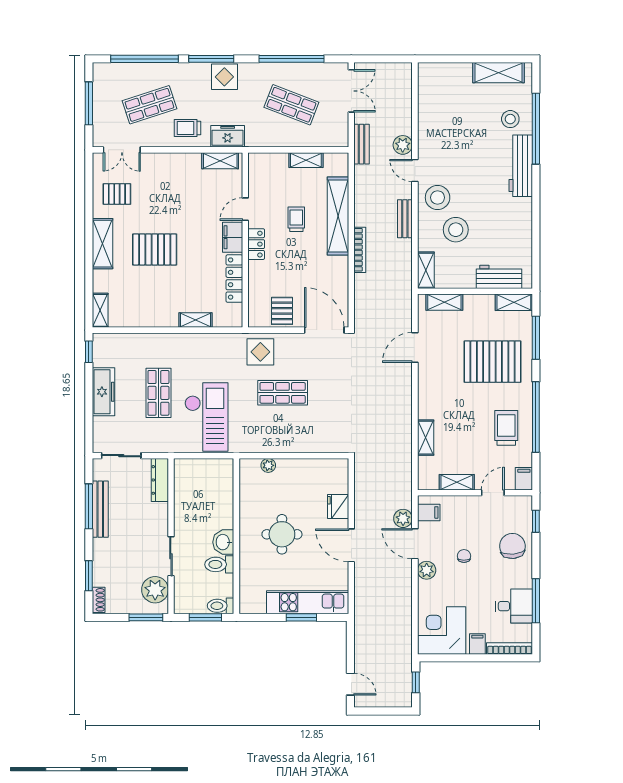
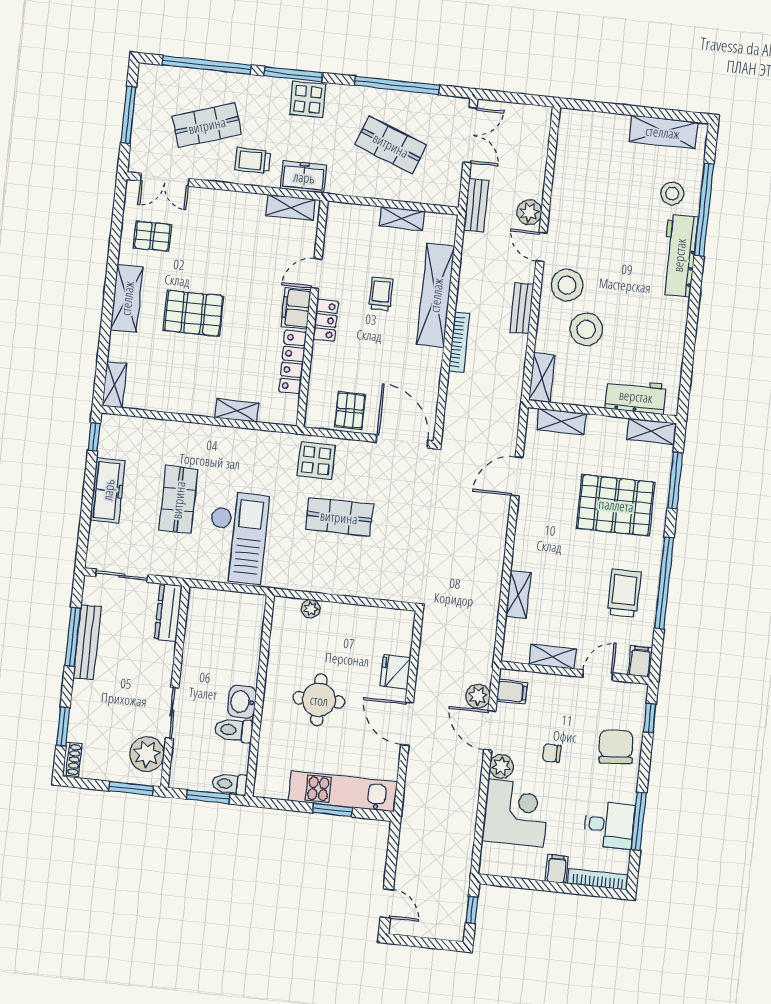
chair: (464, 556) -> (552, 753), turned -90
corner desk: (442, 631) -> (516, 813), moved, turned 90

